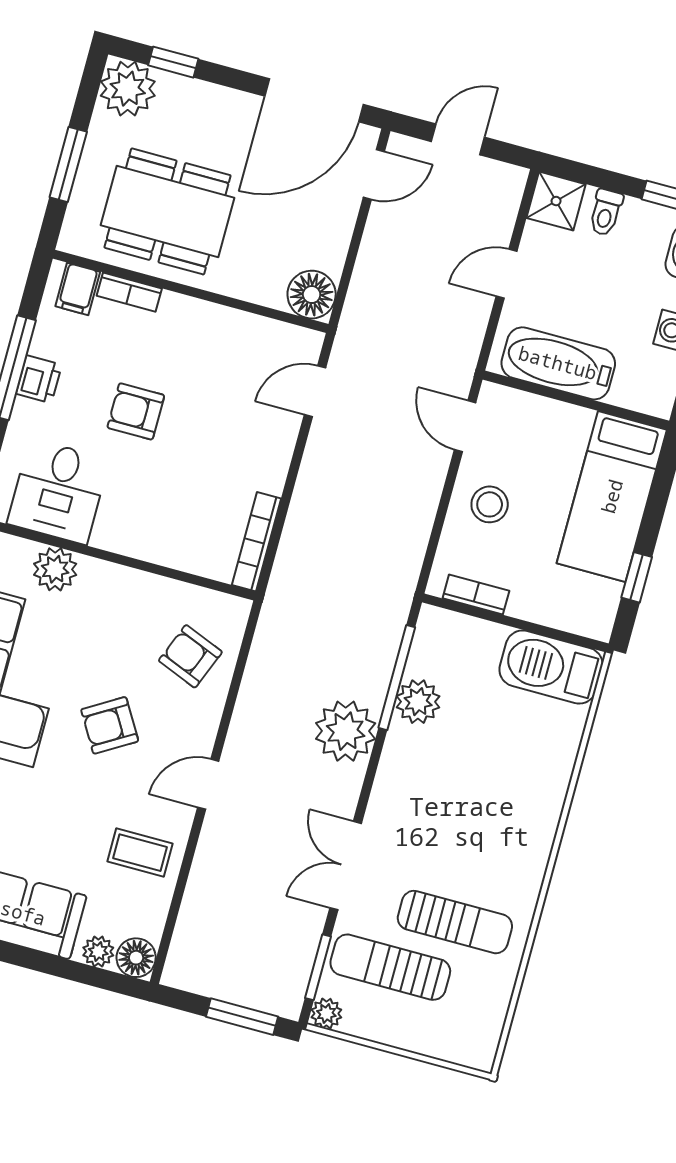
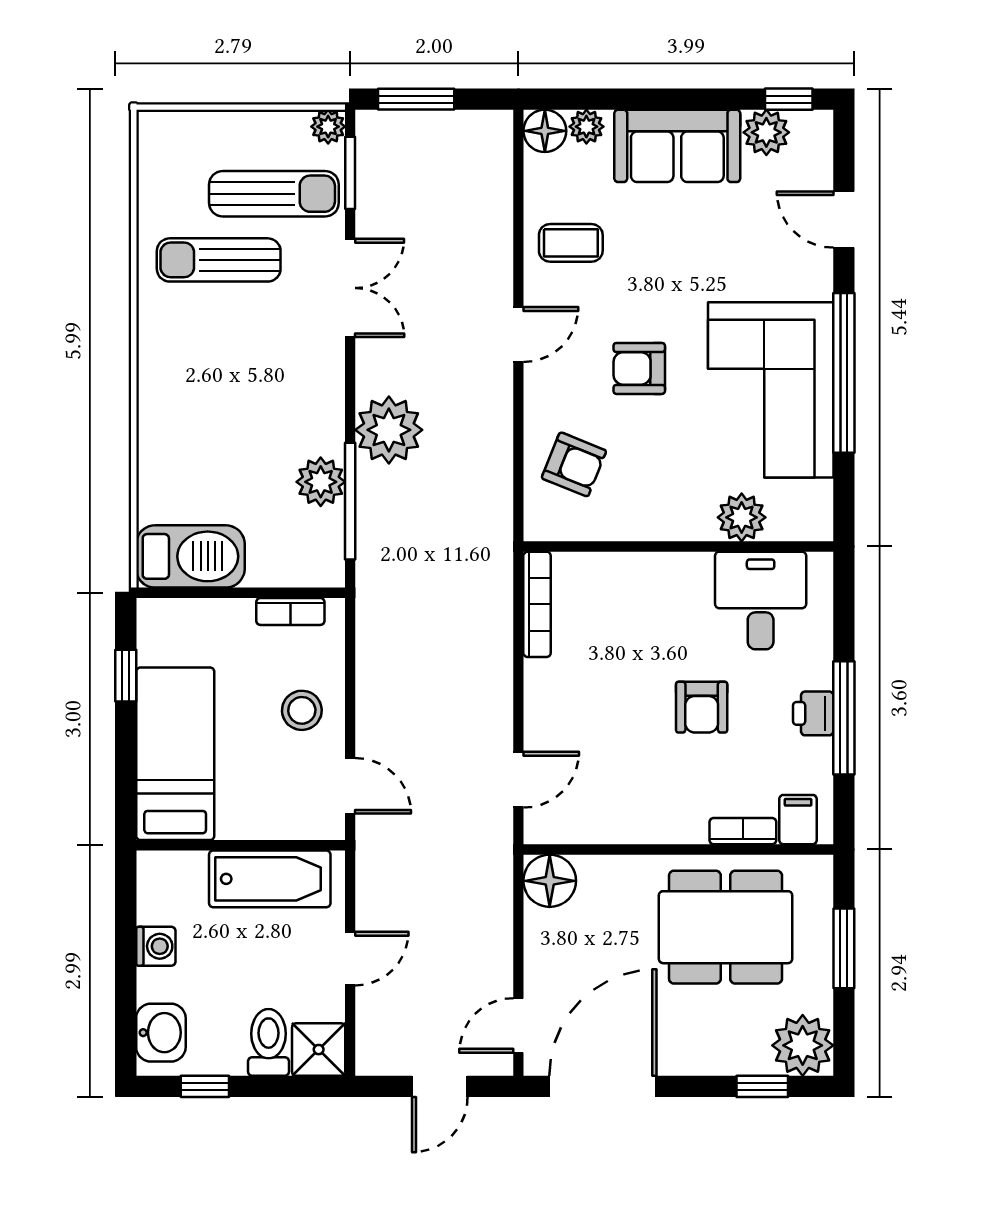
toilet: (606, 212) -> (268, 1042), width x1.37, depth x1.39
armchair: (136, 411) -> (702, 707), turned 90
armchair: (110, 725) -> (639, 368), turned -149

